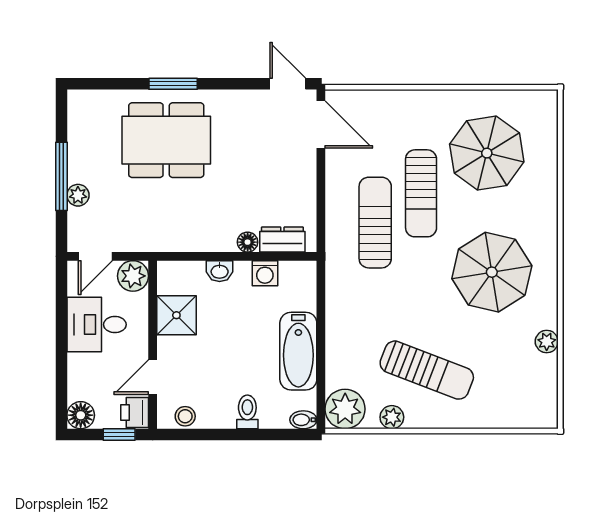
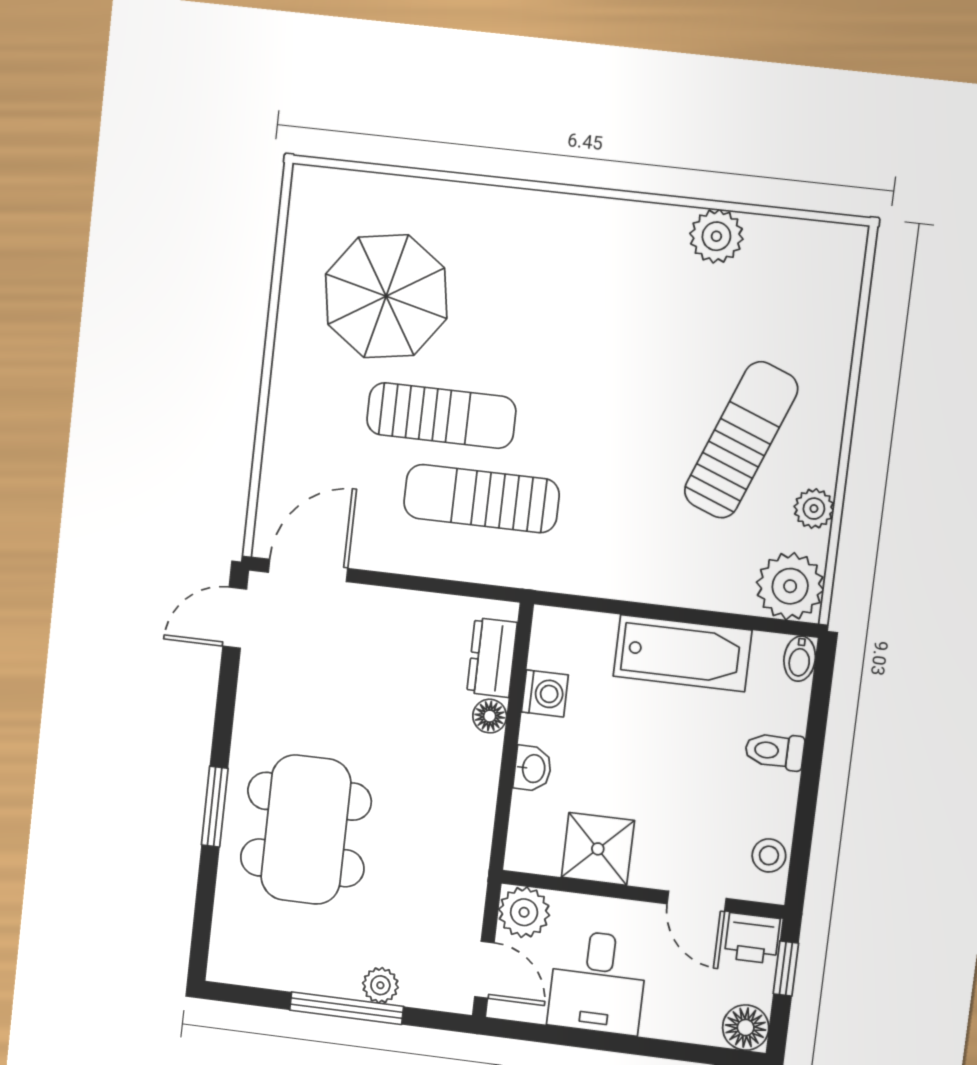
parasol: (492, 272) -> (588, 310), removed
plant: (547, 342) -> (716, 236), width x1.38, depth x1.38

